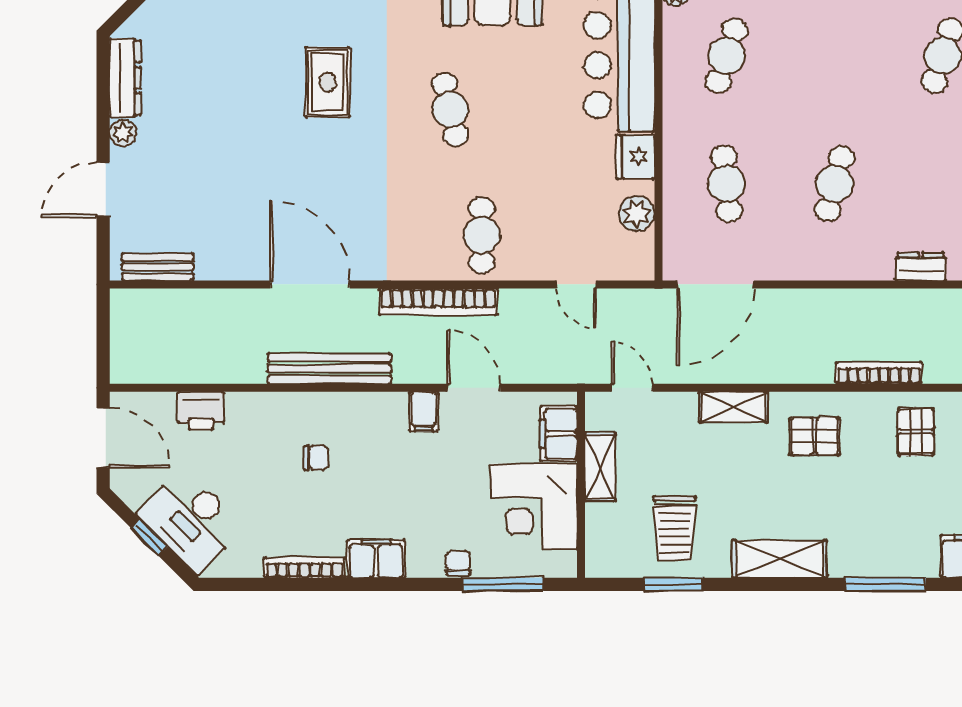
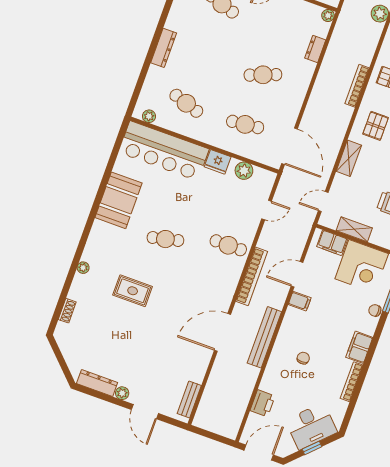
cafe table: (835, 184) -> (263, 75), turned -36

